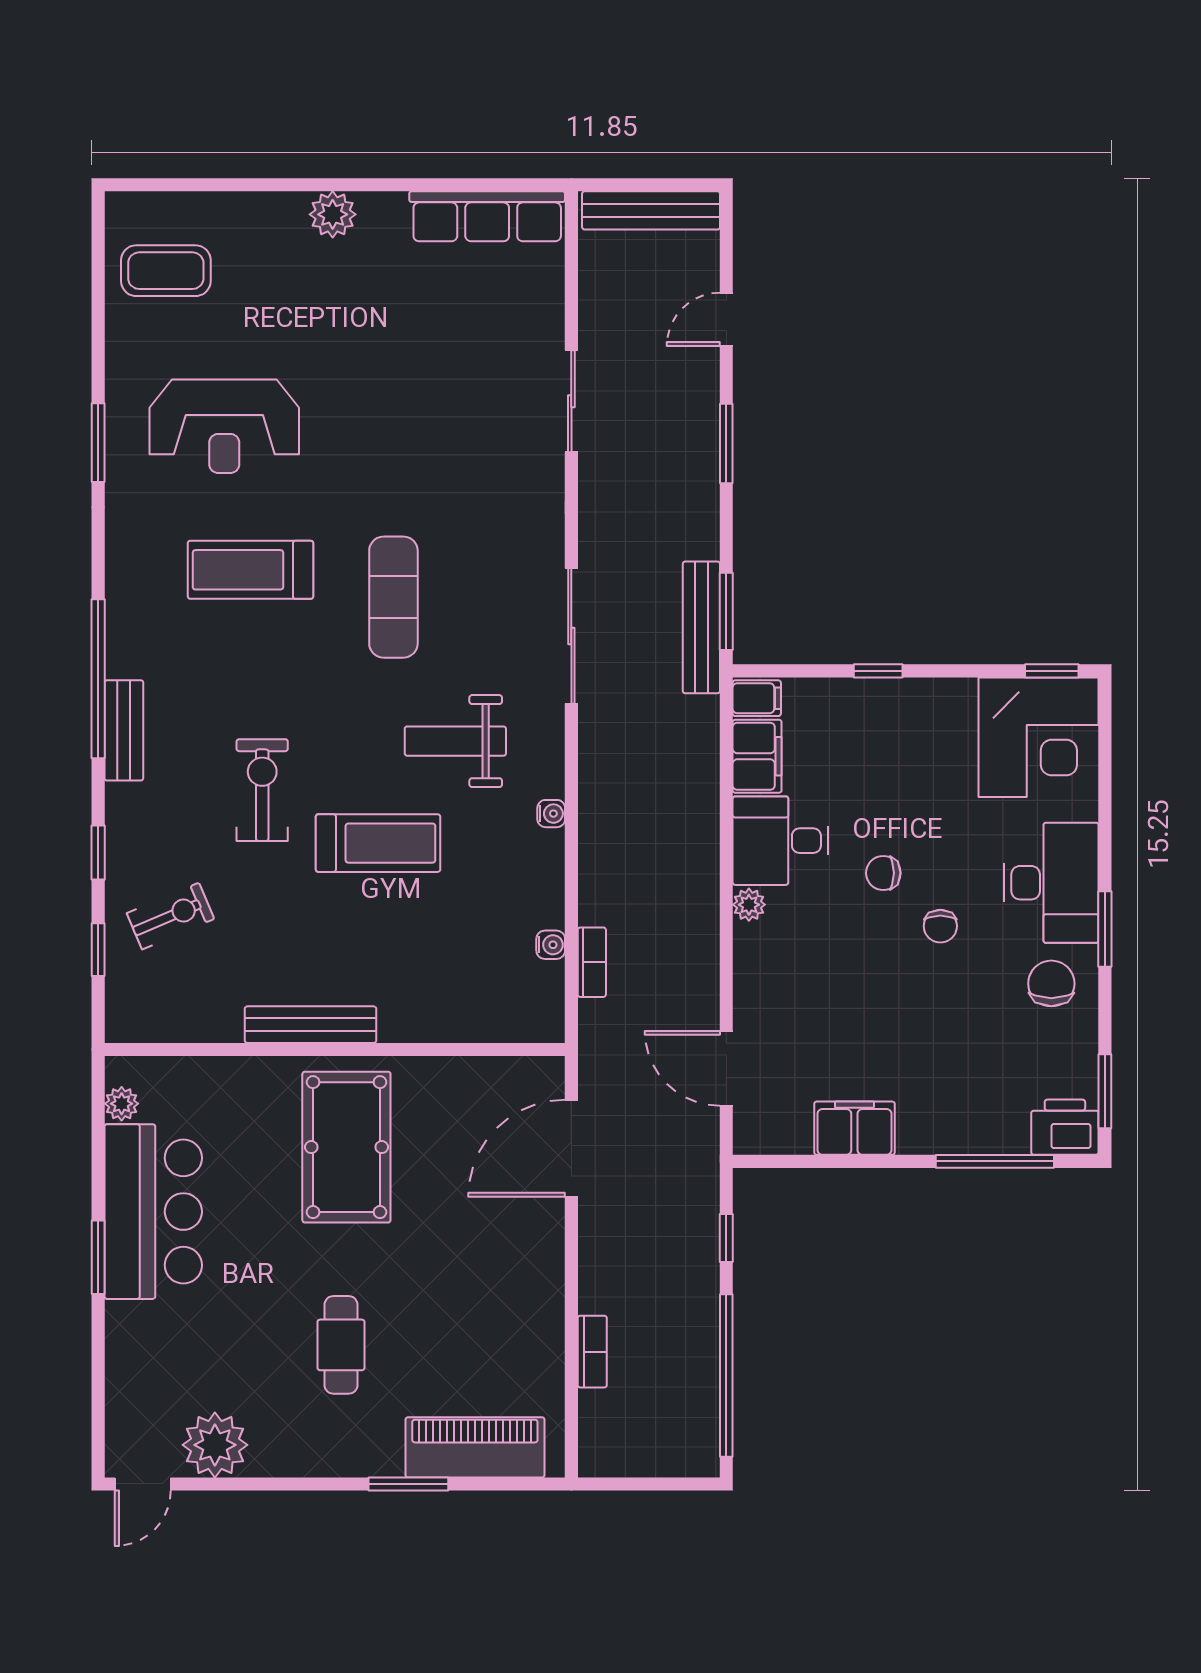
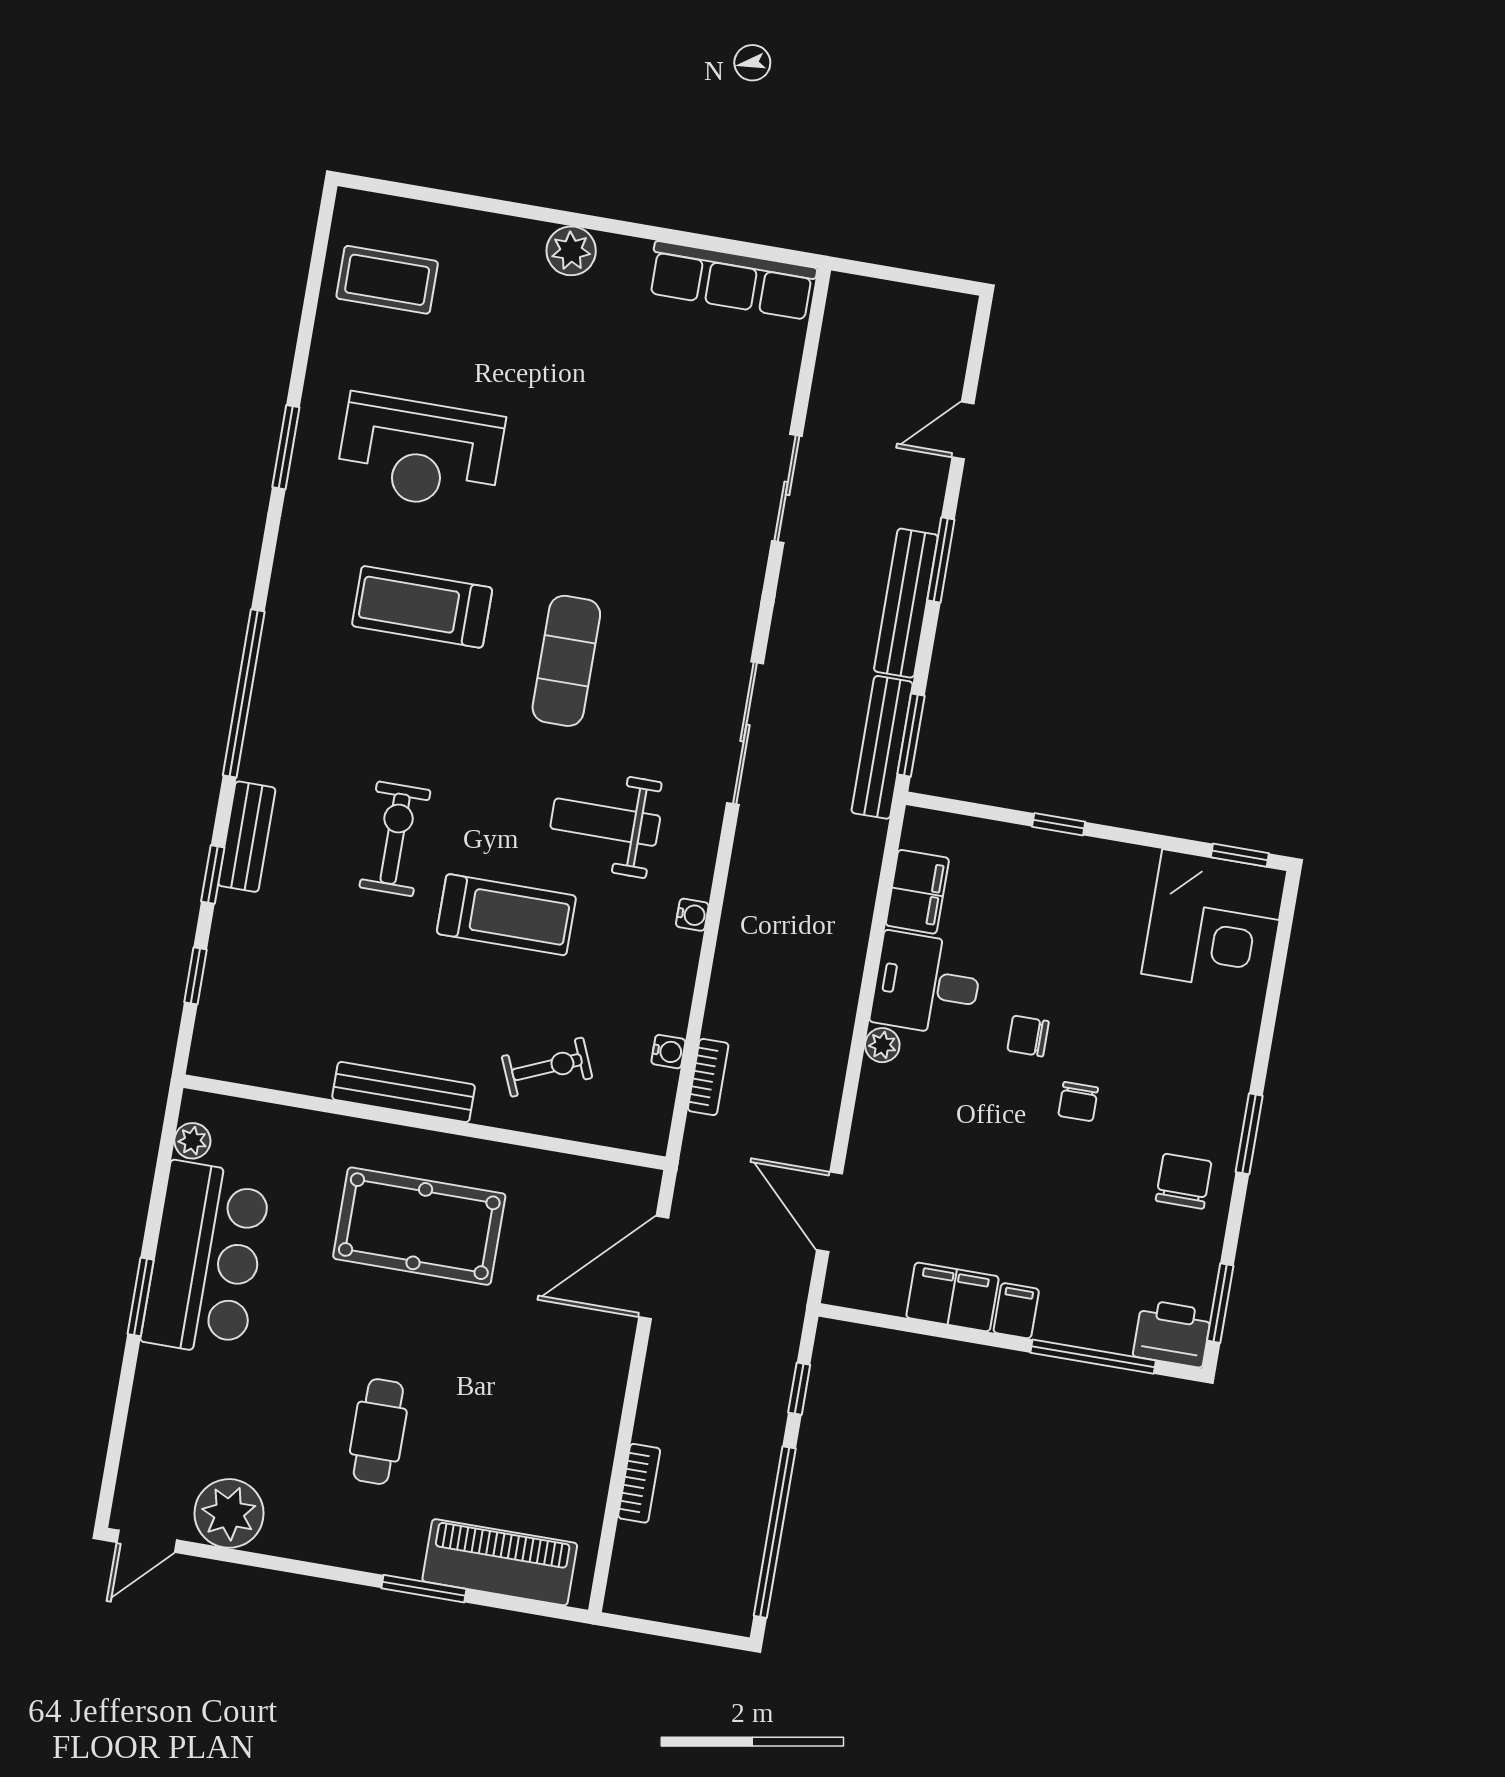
bench: (651, 210) -> (906, 603), moved, turned 90
filing cabinet: (757, 698) -> (1016, 1311), moved, turned -90
bench: (124, 730) -> (247, 837), moved
desk: (1051, 883) -> (1201, 1076), removed
exercise bike: (171, 916) -> (547, 1067), moved
pool table: (346, 1147) -> (419, 1226), turned 90

